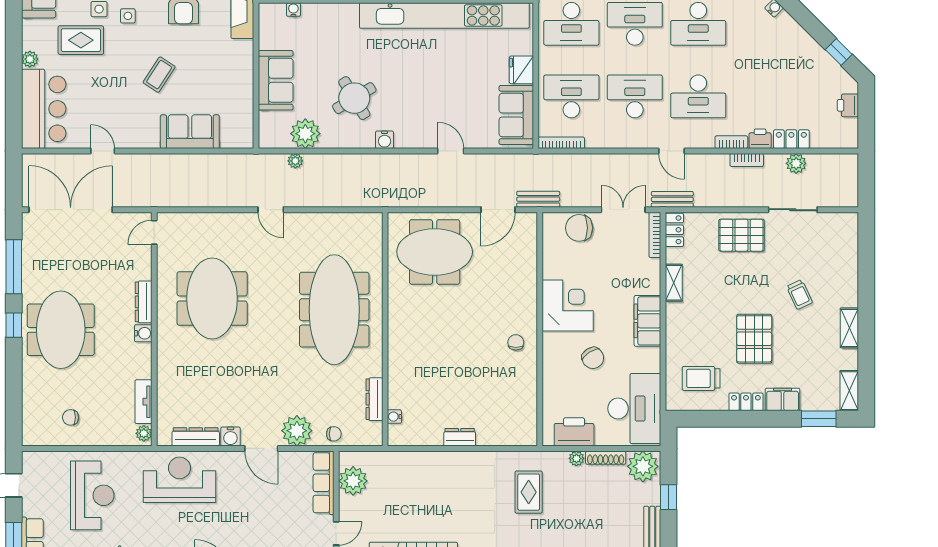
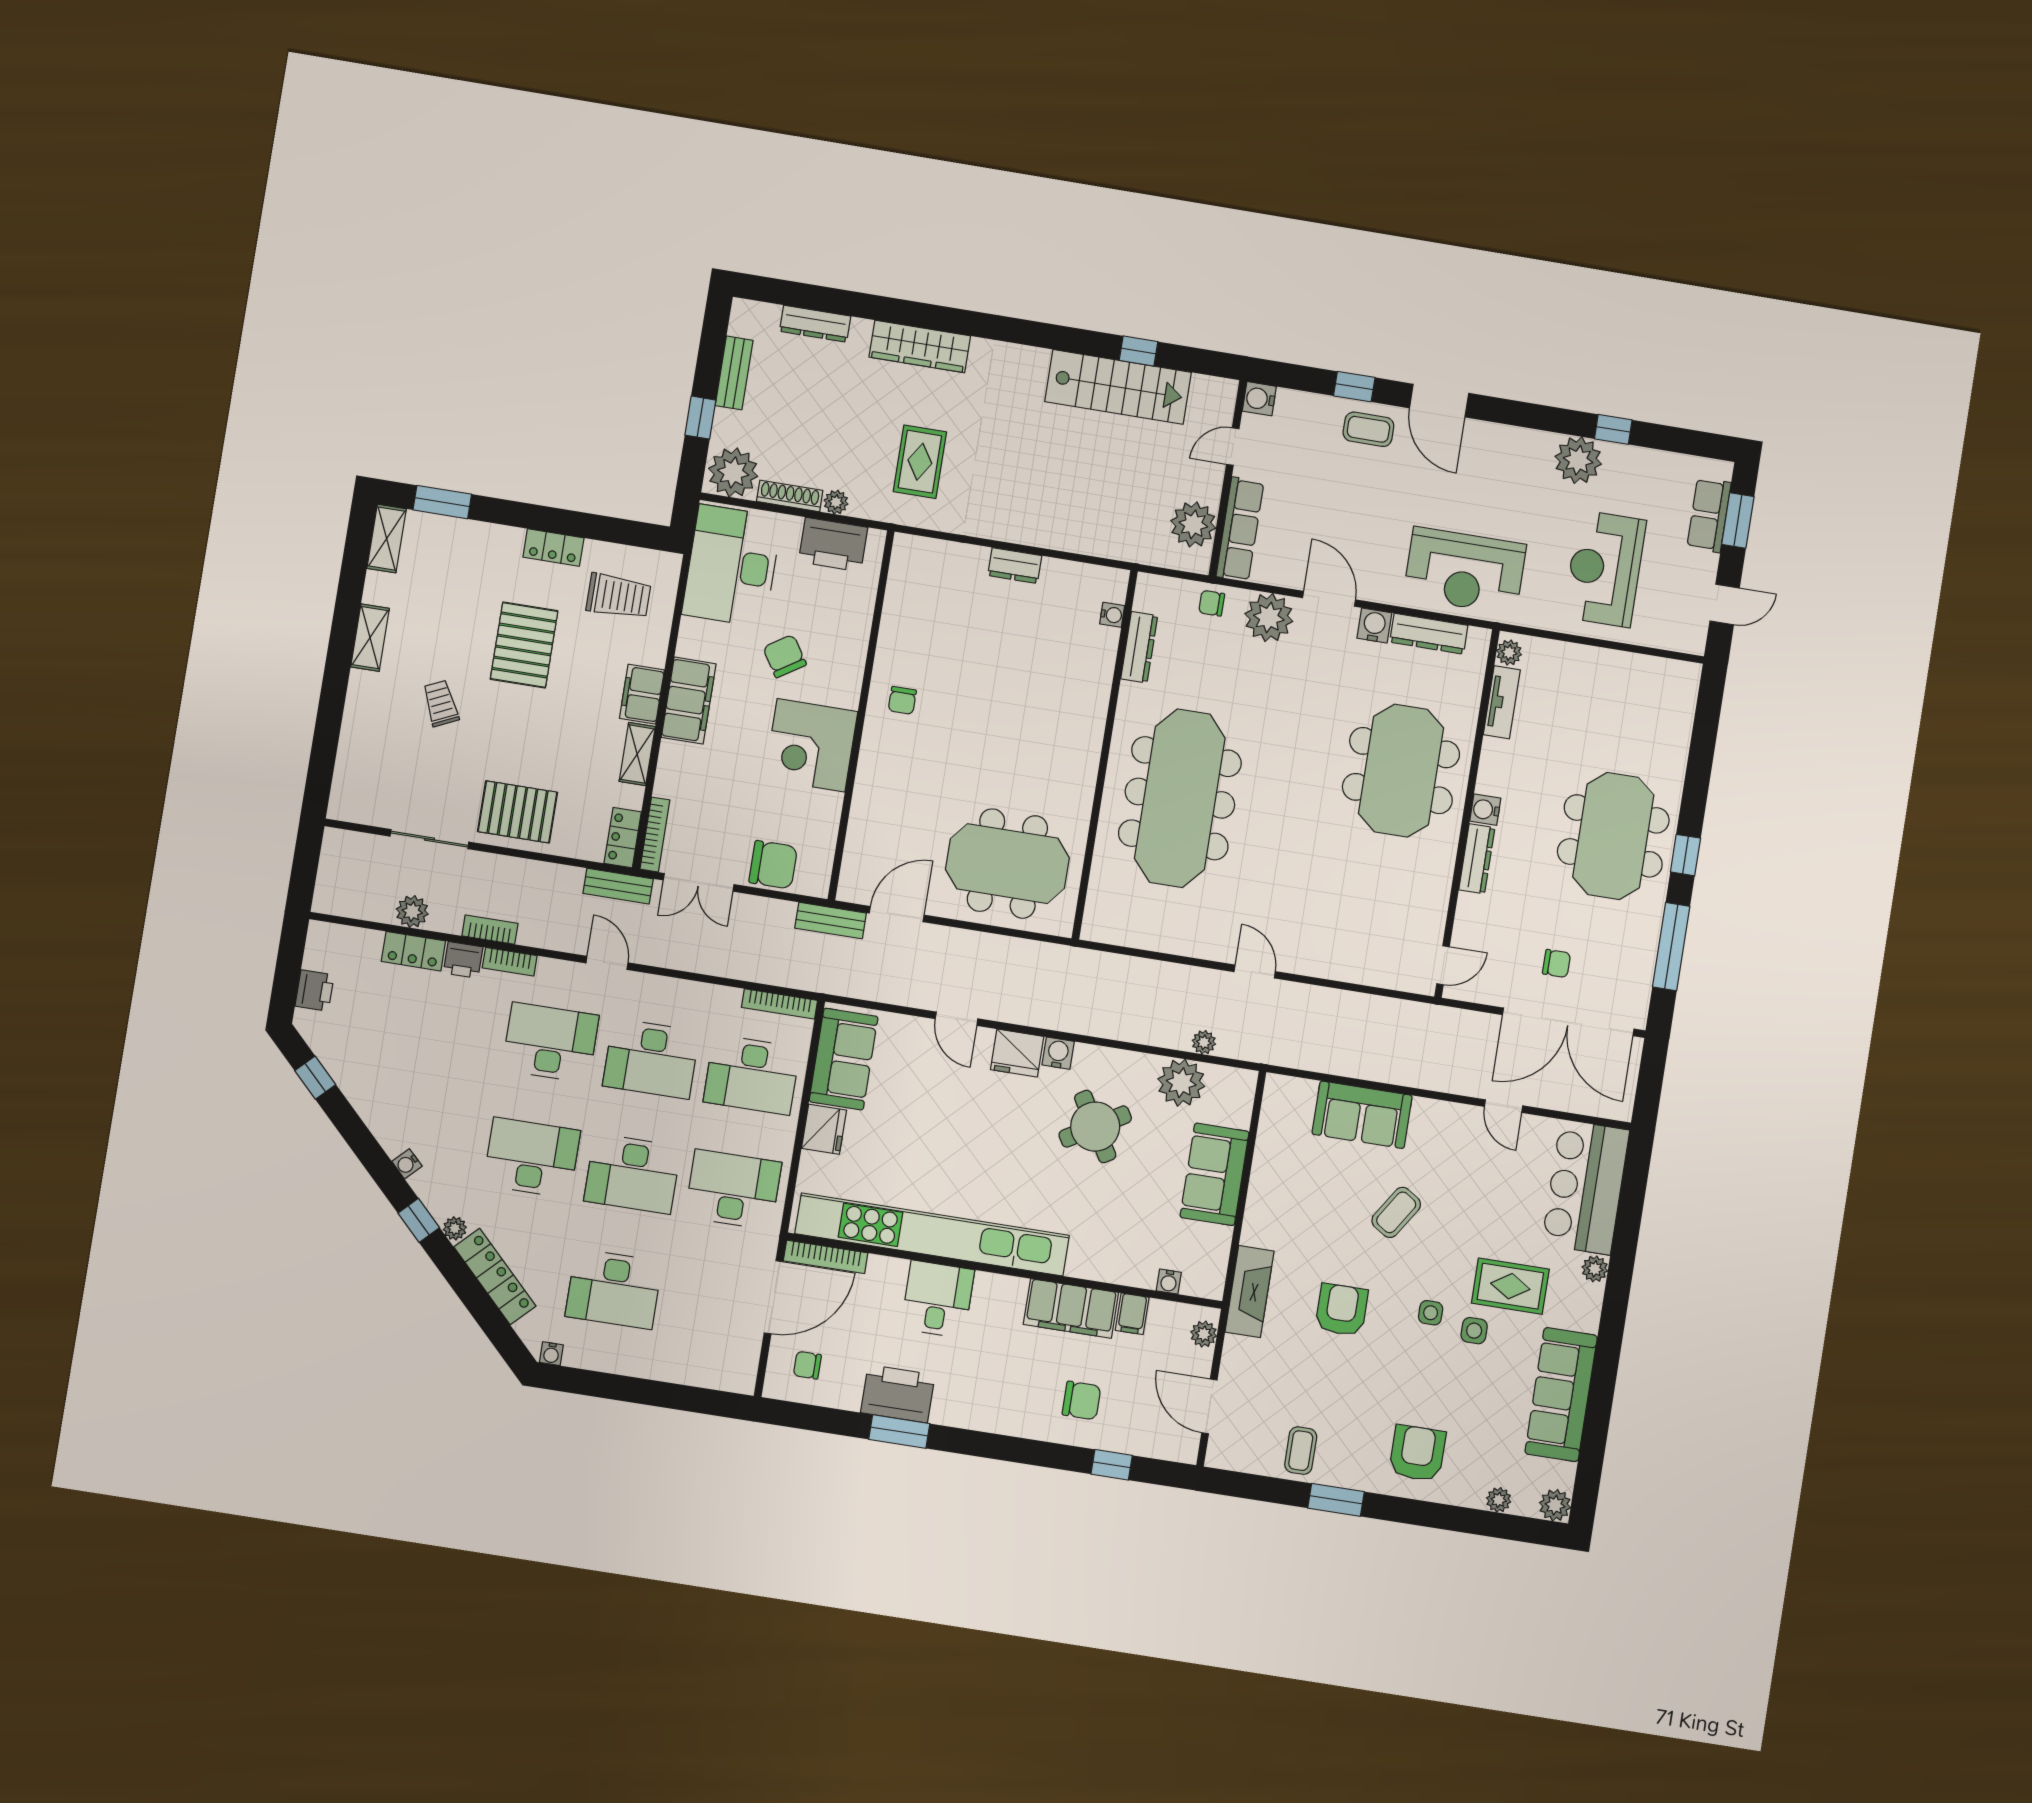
fridge: (410, 136) -> (1017, 1053), added
meeting table: (212, 298) -> (1401, 771), moved
filing cabinet: (783, 399) -> (642, 694), moved, turned 90
chair: (71, 417) -> (1557, 963), moved

